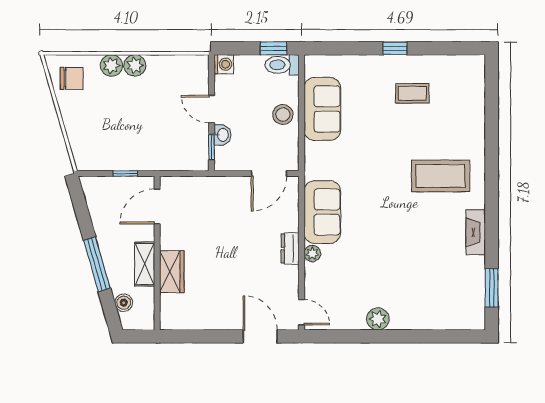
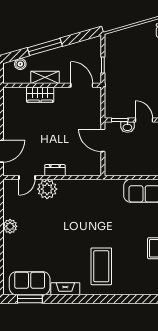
door: (211, 109) -> (144, 120), hinge flipped
stool: (283, 115) -> (141, 166), removed
door: (269, 173) -> (103, 140), moved
sofa: (322, 212) -> (30, 283), moved, turned 180
plant: (312, 254) -> (47, 189), width x1.88, depth x1.88
door: (302, 312) -> (27, 178), moved

